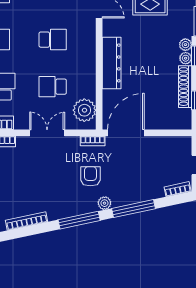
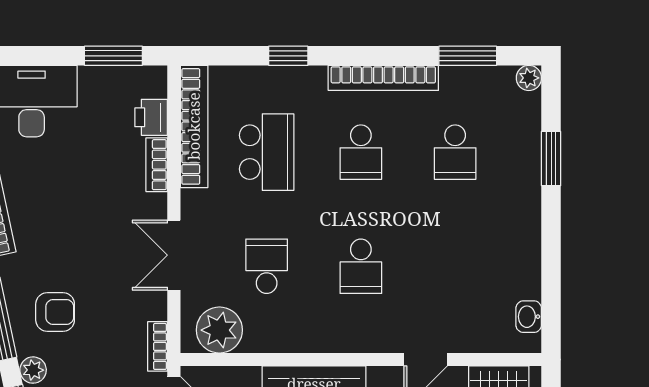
double door: (47, 133) -> (174, 255), swing flipped
armchair: (90, 176) -> (55, 312), moved

